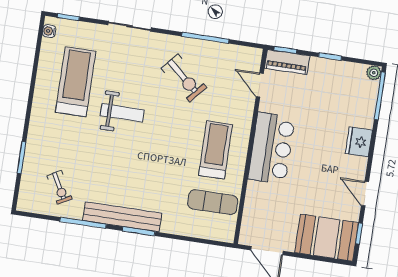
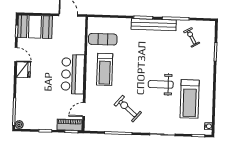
door: (260, 85) -> (84, 110), swing flipped
fridge: (359, 142) -> (23, 70), moved

